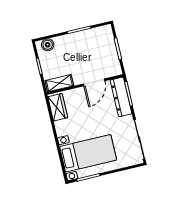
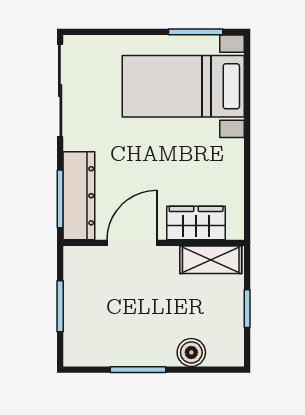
boiler: (48, 45) -> (191, 352), moved
wardrobe: (58, 107) -> (196, 223), moved, turned 90

